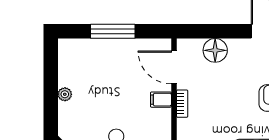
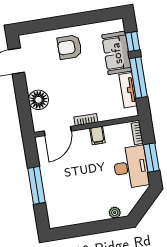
plant: (65, 94) -> (115, 213), moved
filing cabinet: (161, 100) -> (97, 135), moved

